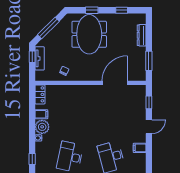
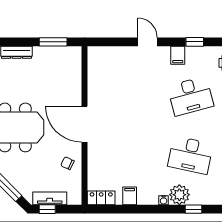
door: (115, 83) -> (85, 124), moved
window: (149, 102) -> (195, 42), moved
plant: (42, 127) -> (179, 195), moved

